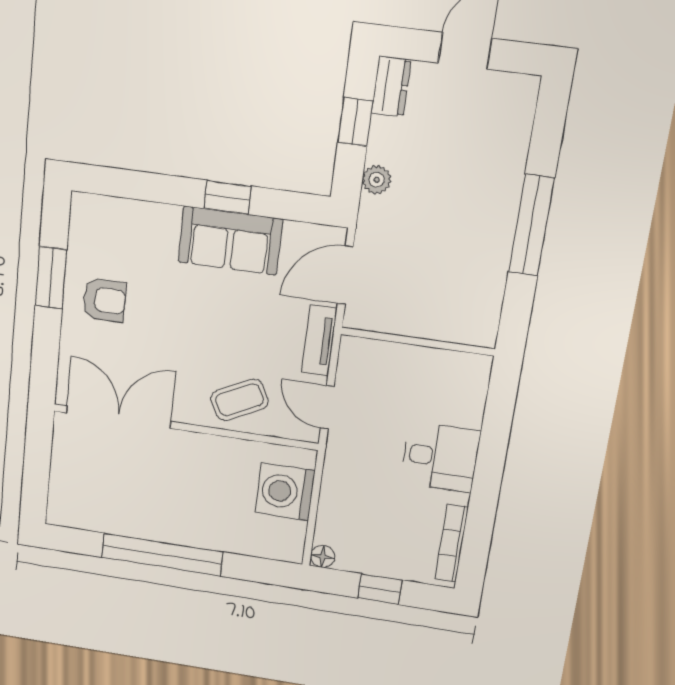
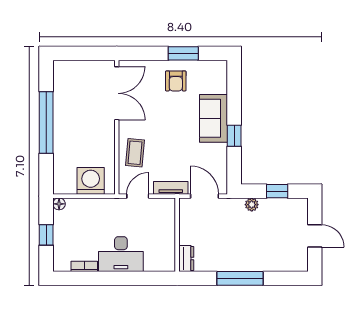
dresser: (391, 87) -> (186, 259), moved, turned -90
sofa: (230, 241) -> (214, 118), moved
coffee table: (240, 400) -> (135, 153), turned 32
desk: (440, 457) -> (121, 254), width x1.37
bookcase: (452, 543) -> (84, 266), width x0.64

